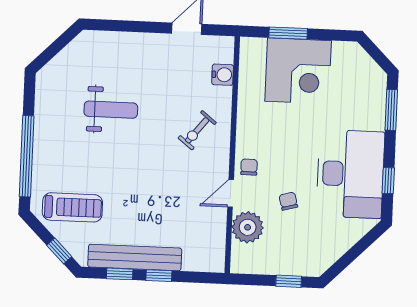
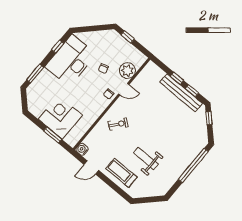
water cooler: (223, 75) -> (82, 149), moved
treadmill: (72, 207) -> (121, 173), moved

